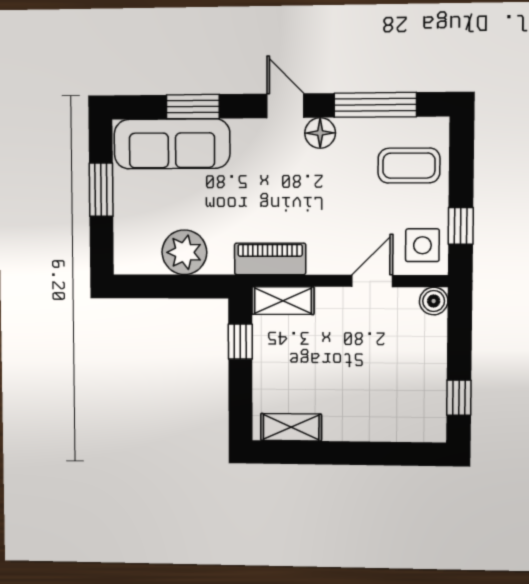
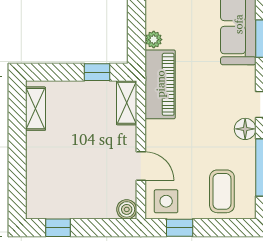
plant: (184, 252) -> (154, 40), width x0.53, depth x0.53
piano: (270, 259) -> (160, 84), width x1.37, depth x1.33

